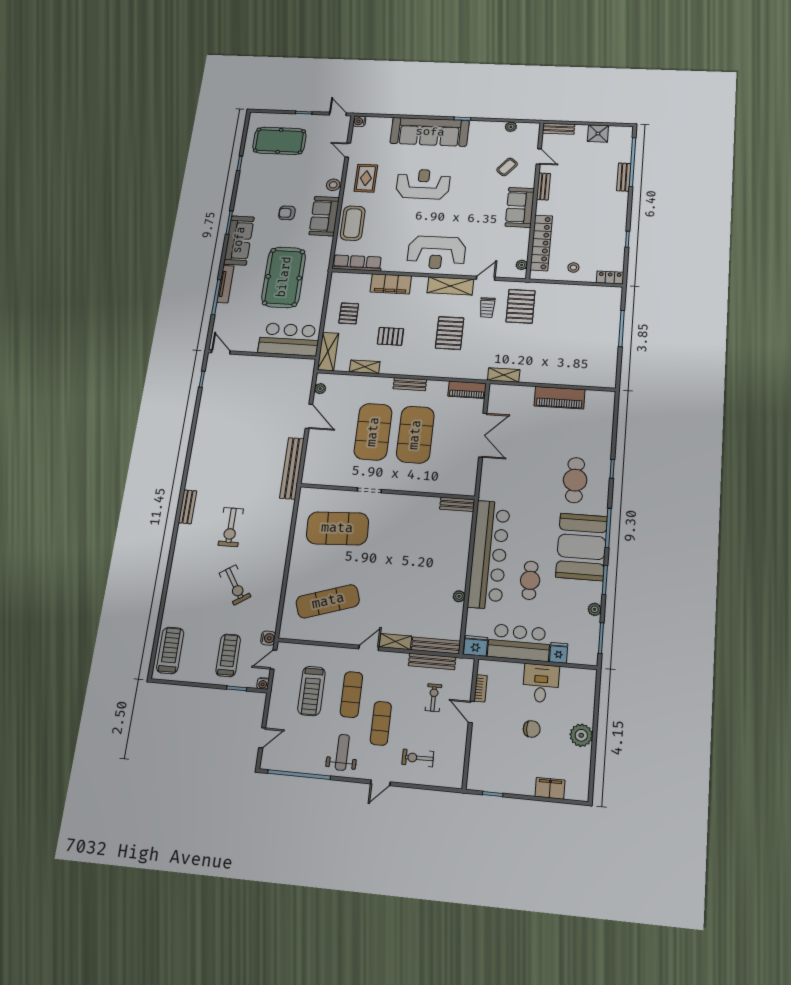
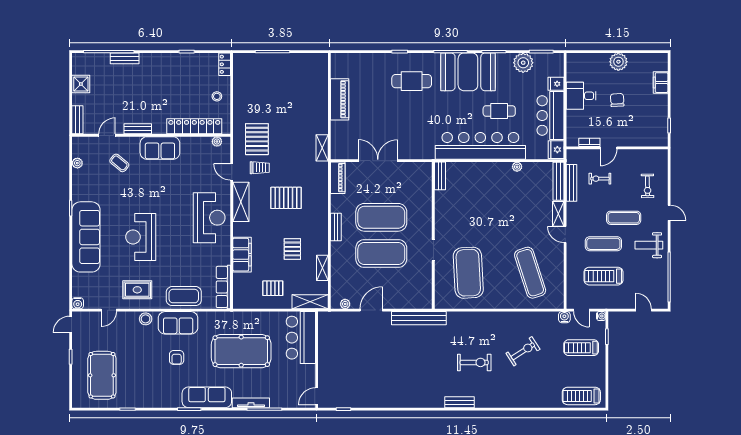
pallet: (521, 306) -> (257, 139), turned 90
plant: (595, 609) -> (523, 63), width x1.87, depth x1.87
treadmill: (311, 691) -> (604, 276), turned 180

